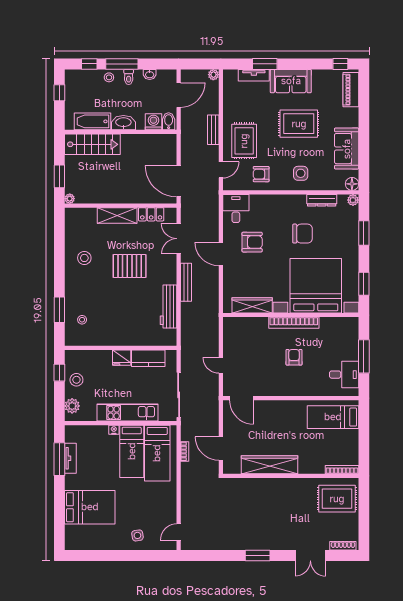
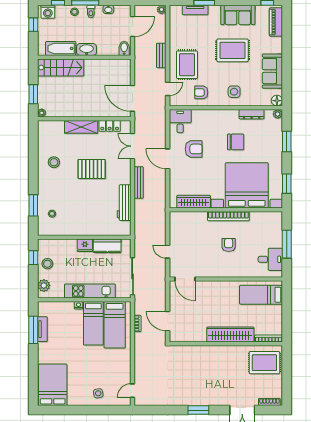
sofa: (291, 81) -> (238, 15), moved
washing machine: (153, 122) -> (48, 12), moved, turned 180
wardrobe: (270, 465) -> (230, 334), moved
bed: (90, 507) -> (53, 385), moved, turned -90

